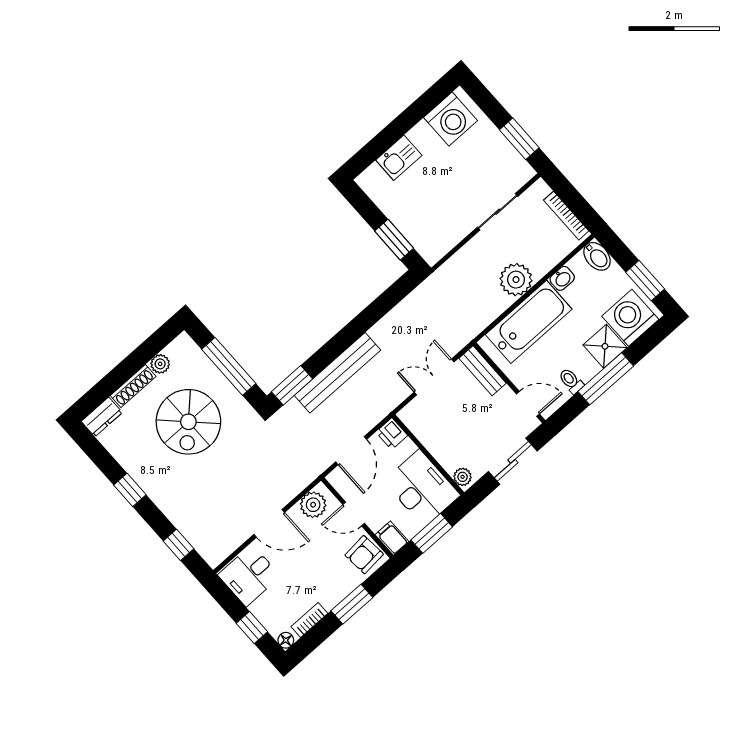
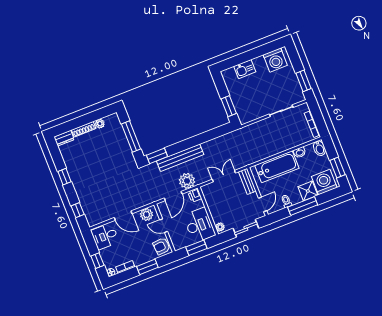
plant: (516, 280) -> (187, 181), moved
door: (528, 404) -> (263, 204), hinge flipped
spiral stairs: (188, 422) -> (103, 155), removed
filing cabinet: (392, 538) -> (177, 243), removed

